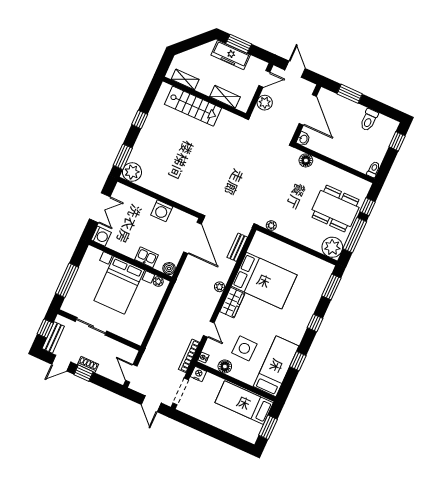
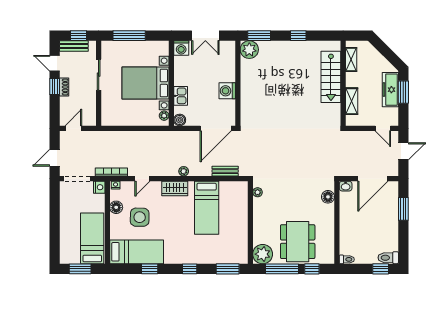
plant: (265, 103) -> (362, 138), removed
toilet: (369, 120) -> (388, 258), moved
bed: (264, 281) -> (207, 208), width x0.67

